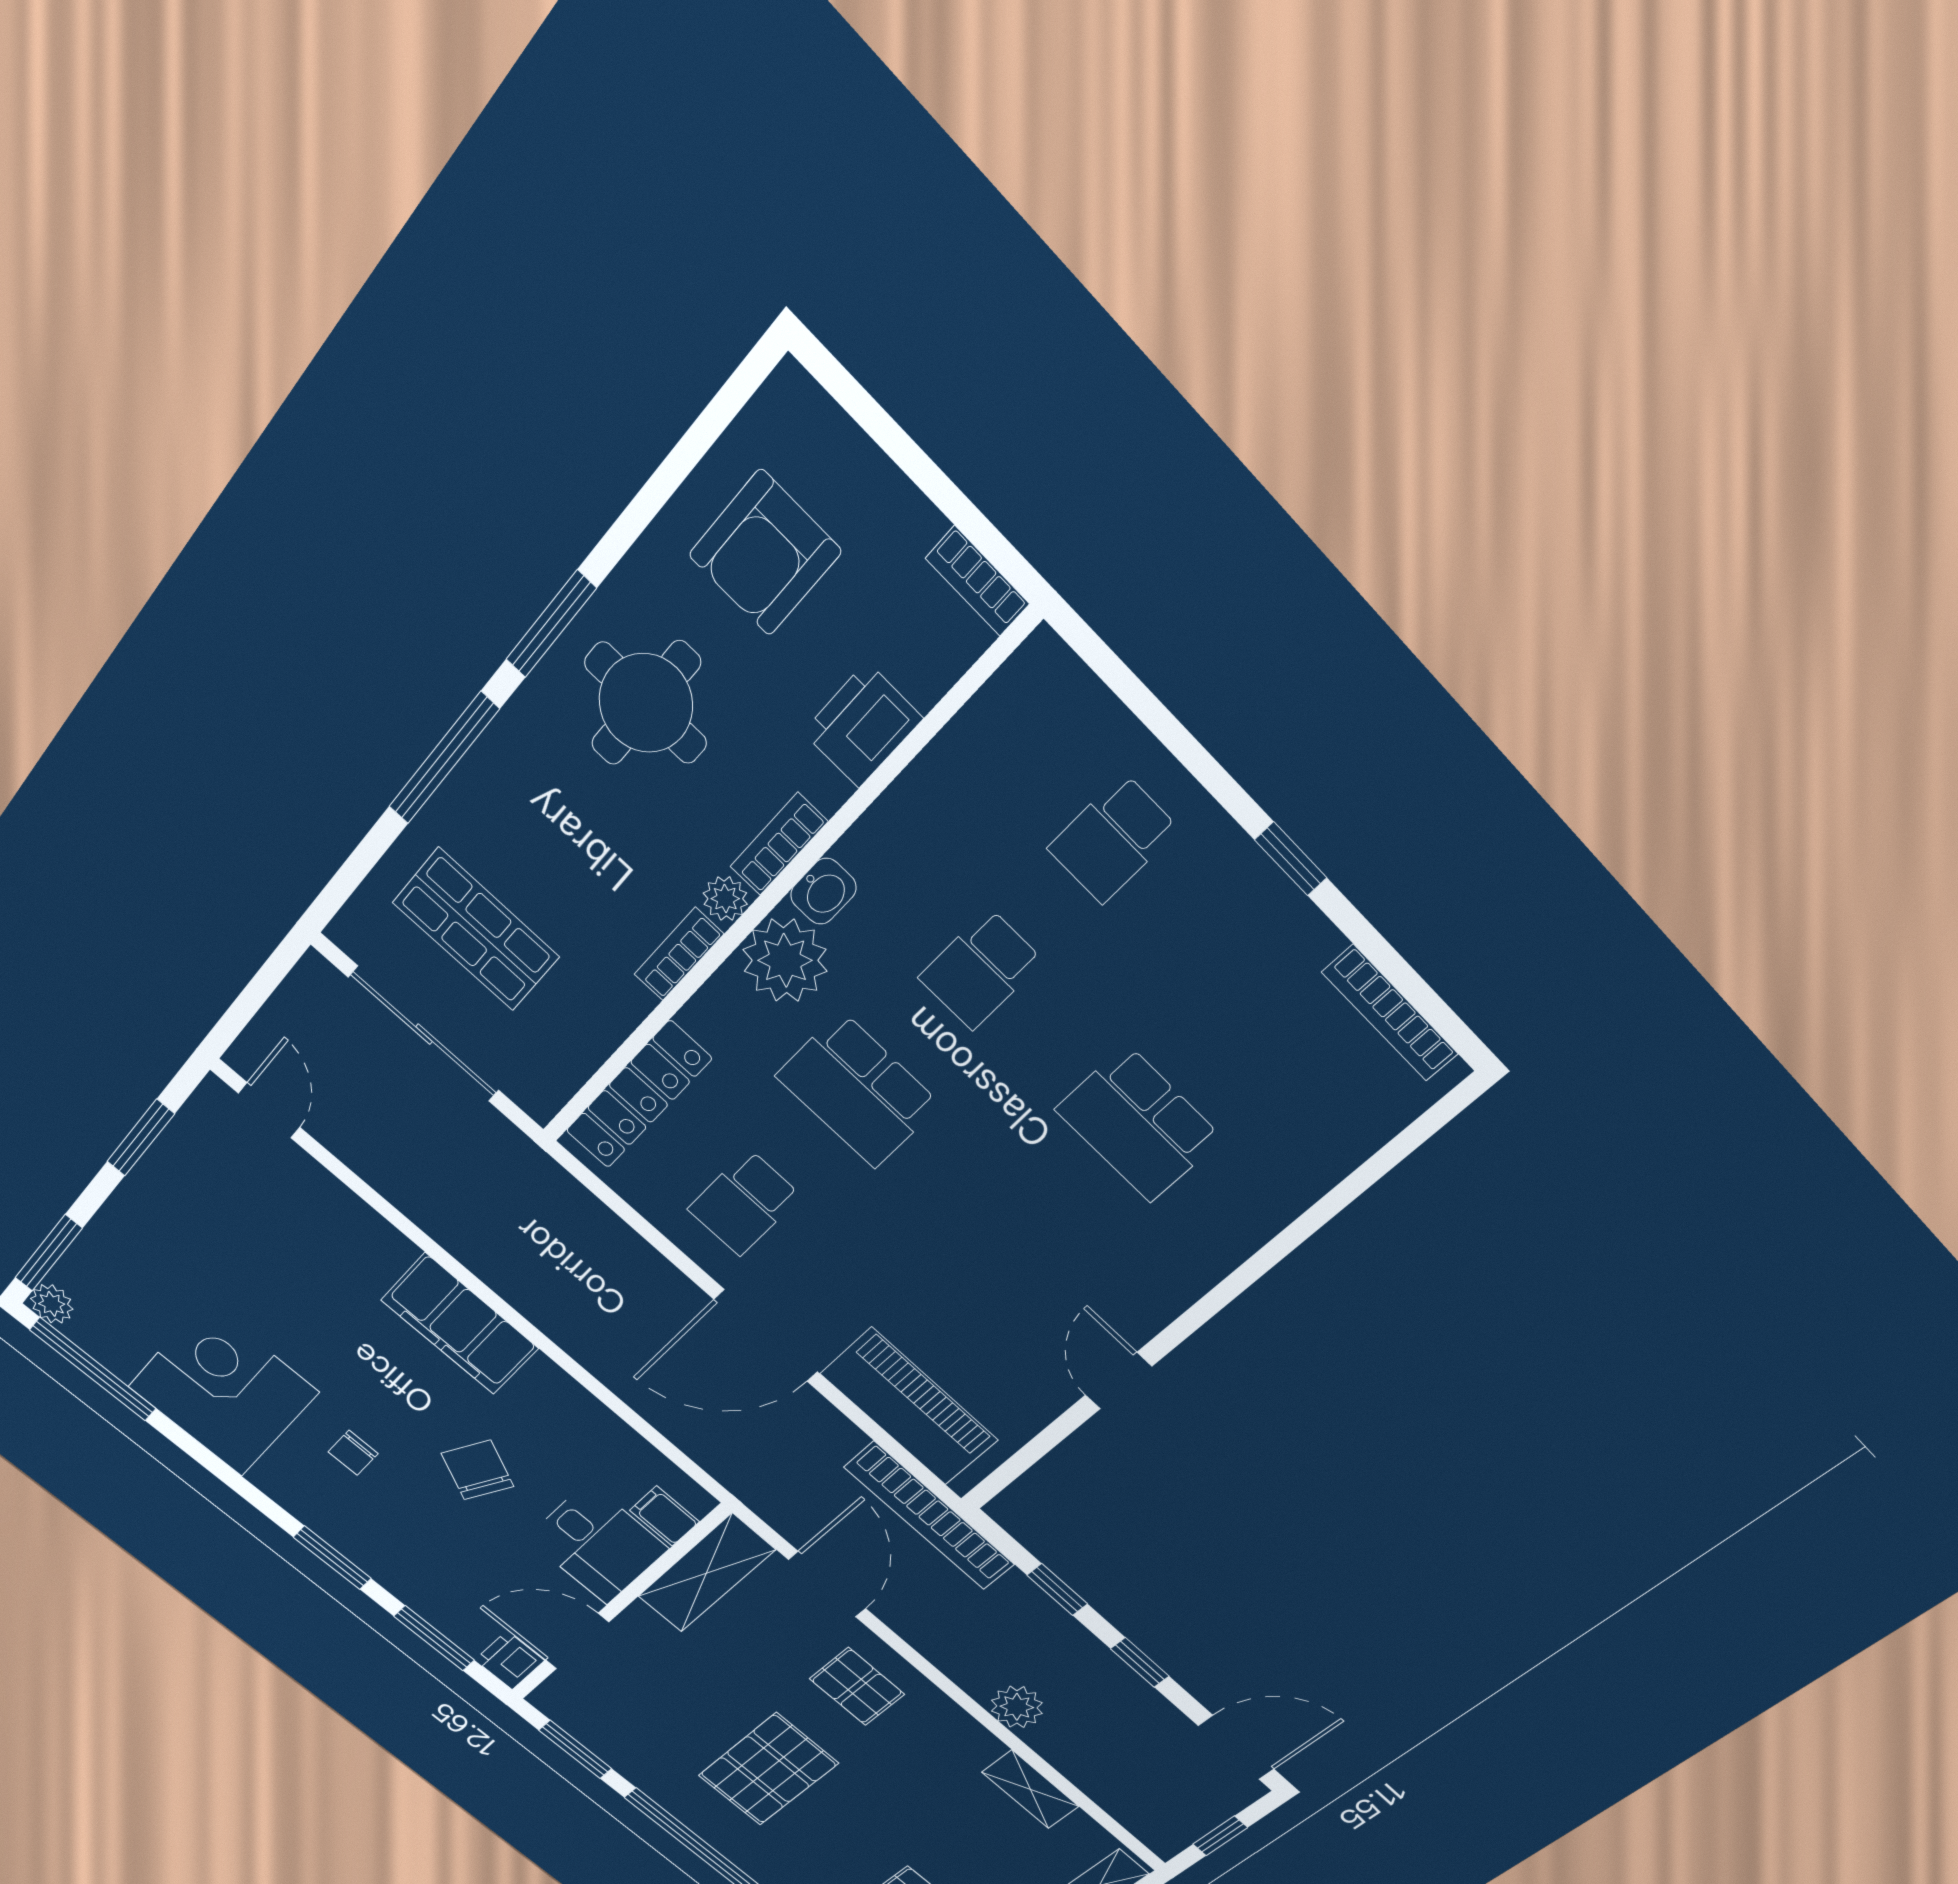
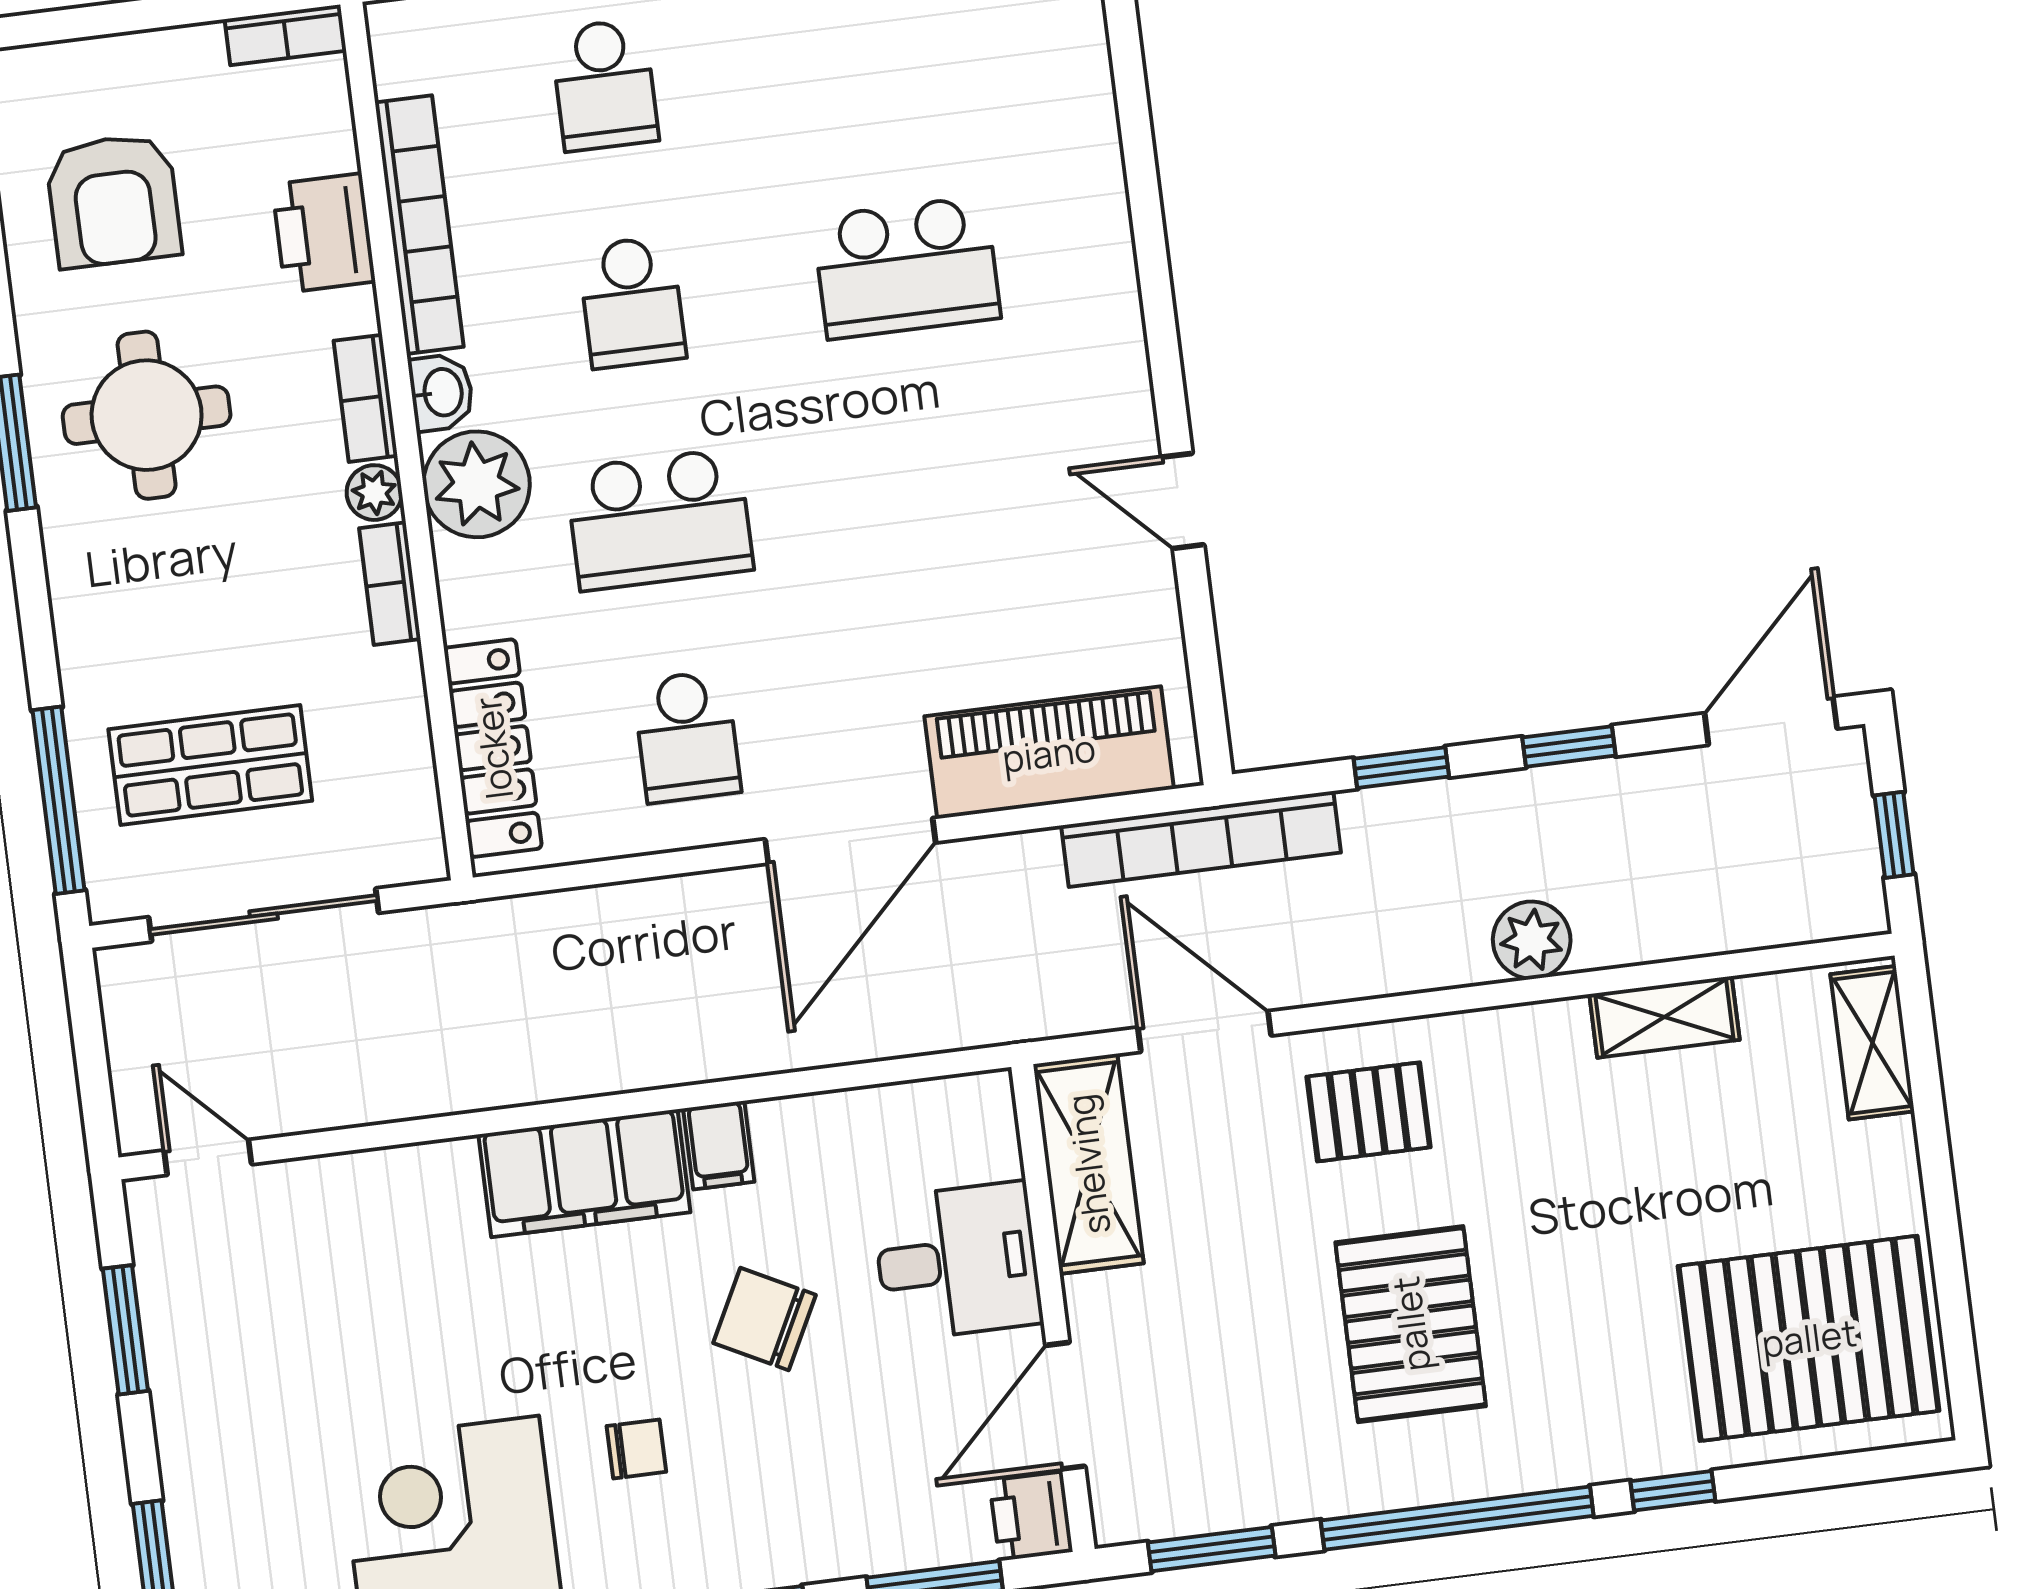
window: (444, 758) -> (59, 800), moved
bookcase: (920, 787) -> (419, 225), added
chair: (353, 1453) -> (636, 1449), turned -90
filing cabinet: (665, 1516) -> (719, 1145), moved, turned -90

